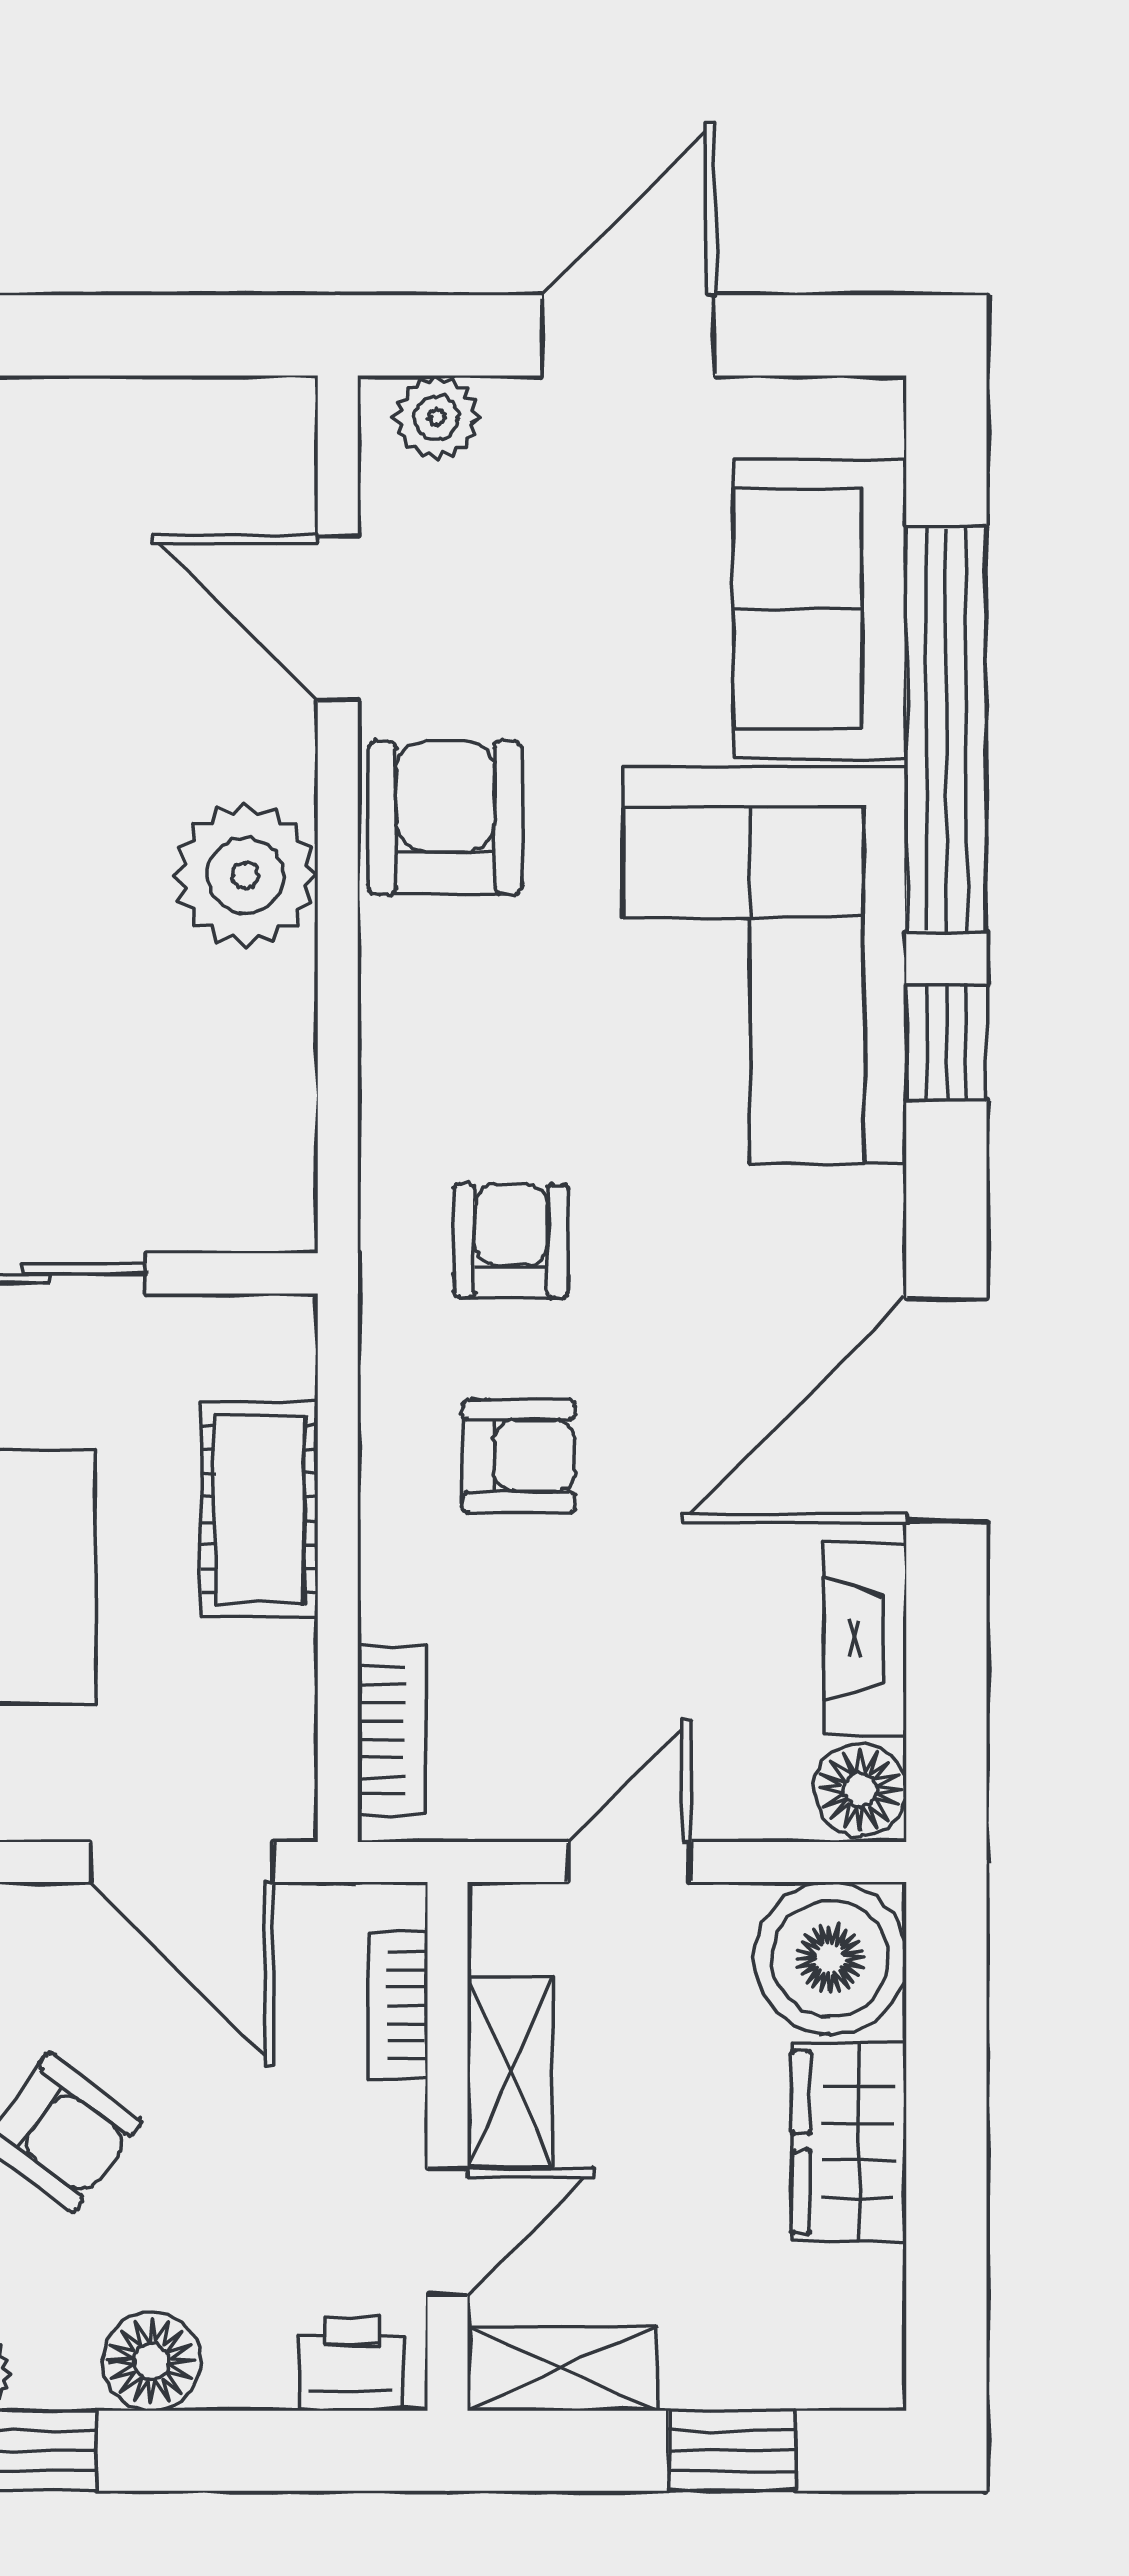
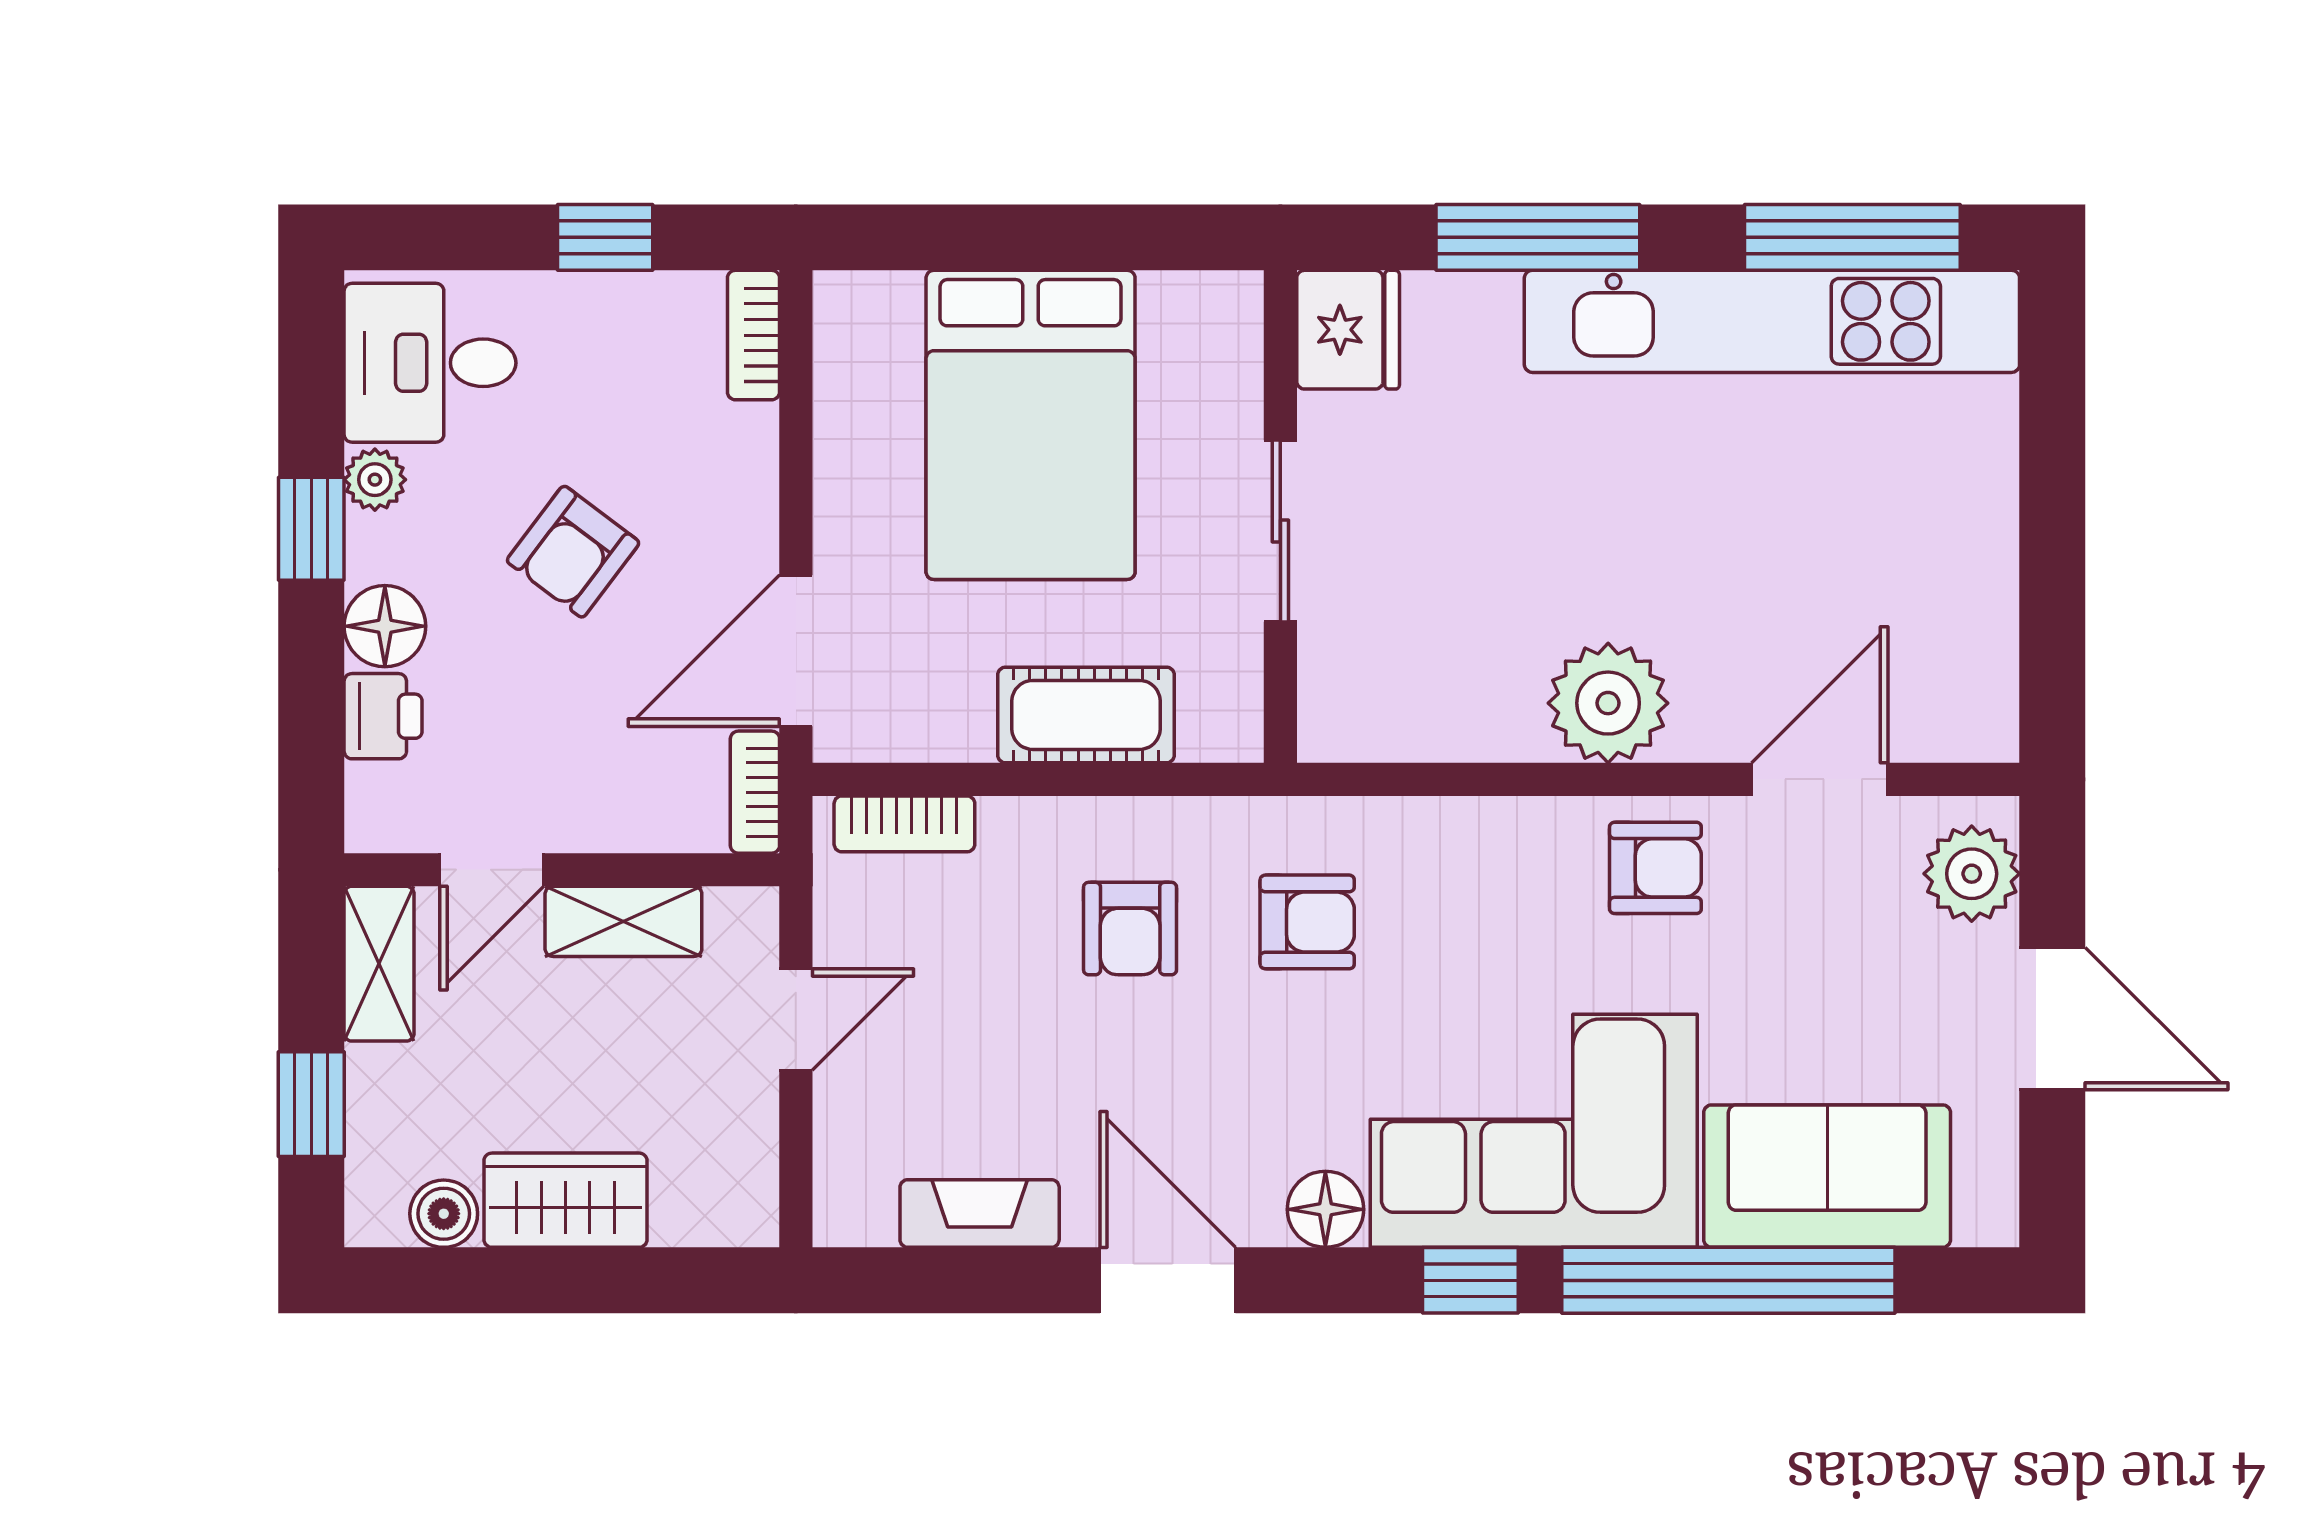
plant: (437, 417) -> (1972, 874), width x1.38, depth x1.38
armchair: (445, 818) -> (1655, 868), width x0.72, depth x0.72
door: (946, 1410) -> (1168, 1280), width x0.73
floor lamp: (860, 1790) -> (1325, 1209), moved
door: (629, 1862) -> (796, 1019), hinge flipped
boiler: (830, 1958) -> (444, 1214), moved, width x0.54, depth x0.54
bookcase: (398, 2006) -> (755, 792), moved, turned -90
door: (447, 2231) -> (492, 870), hinge flipped
printer: (351, 2364) -> (383, 716), moved

